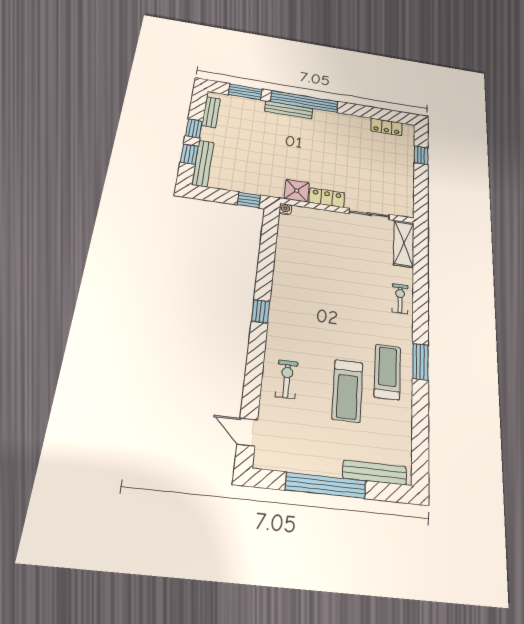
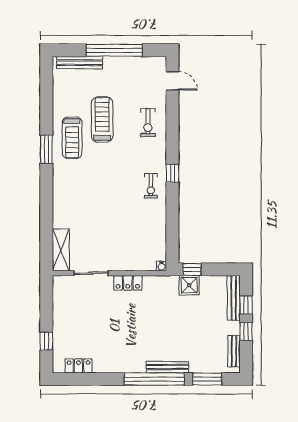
shower: (297, 191) -> (189, 285), moved
exercise bike: (400, 299) -> (151, 186), moved

